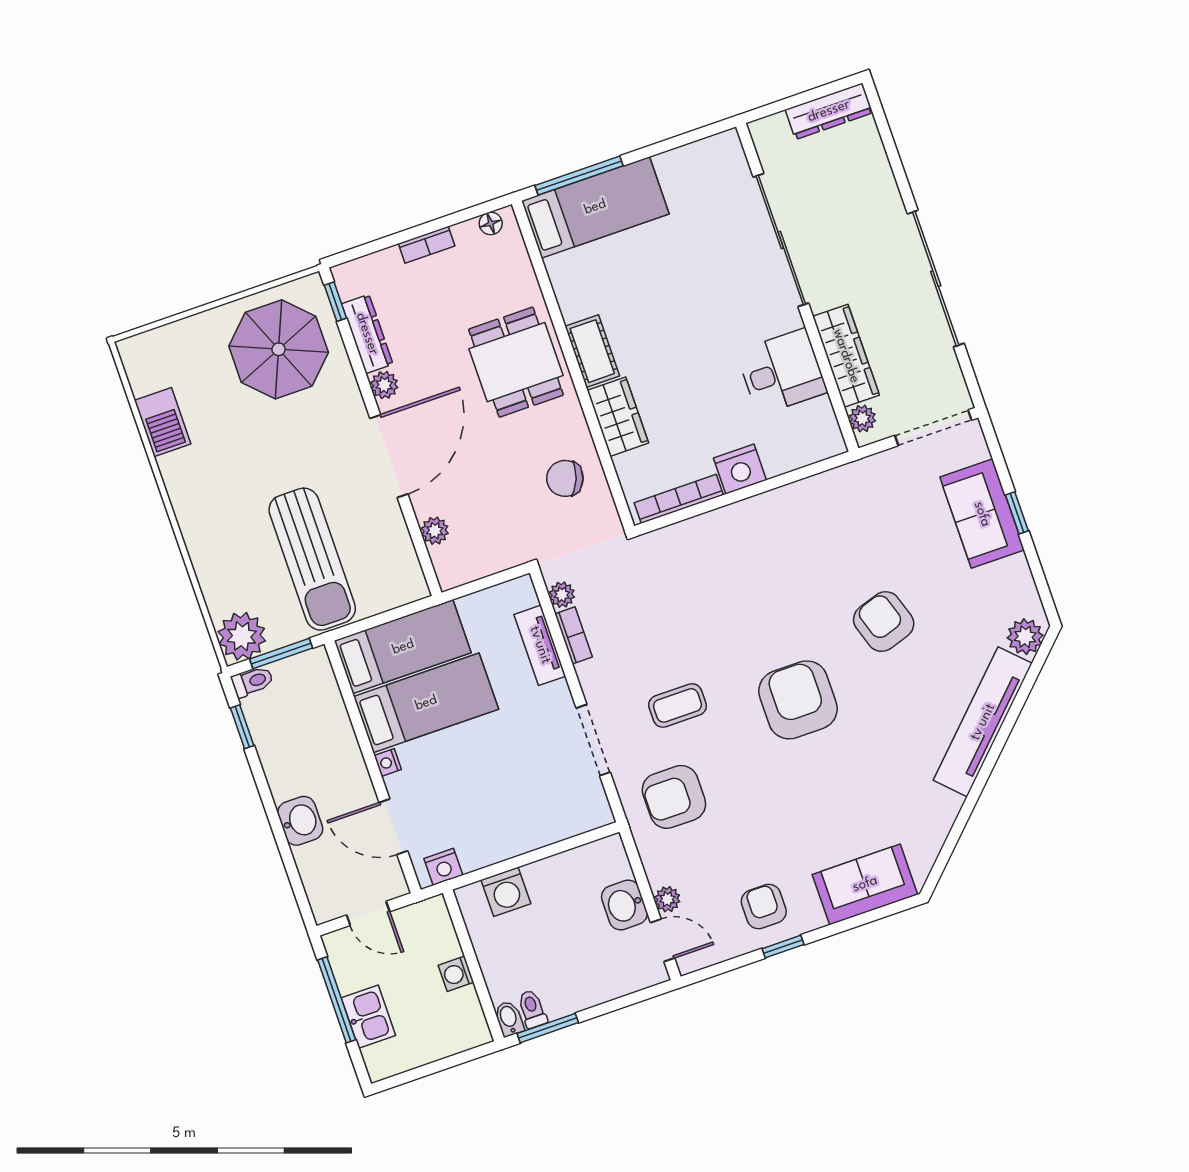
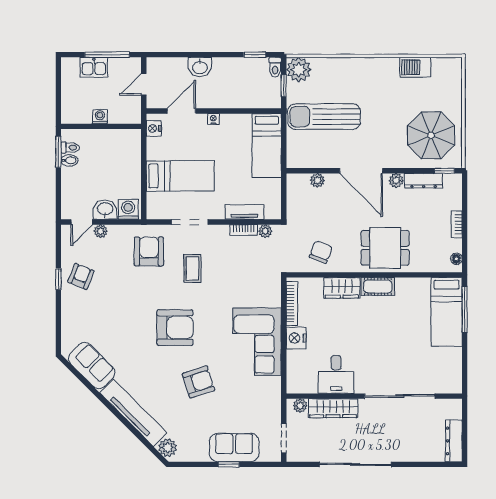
doorway: (933, 428) -> (284, 438), width x0.73
corner sofa: (772, 539) -> (257, 342), added
window: (281, 654) -> (284, 86), width x0.67
bed: (426, 703) -> (180, 176), moved, turned -90
sofa: (865, 884) -> (92, 366), moved, turned -45
washing machine: (506, 892) -> (128, 209), moved, turned 90
armchair: (764, 907) -> (81, 276), turned -68
bidet: (509, 1019) -> (69, 160), moved

